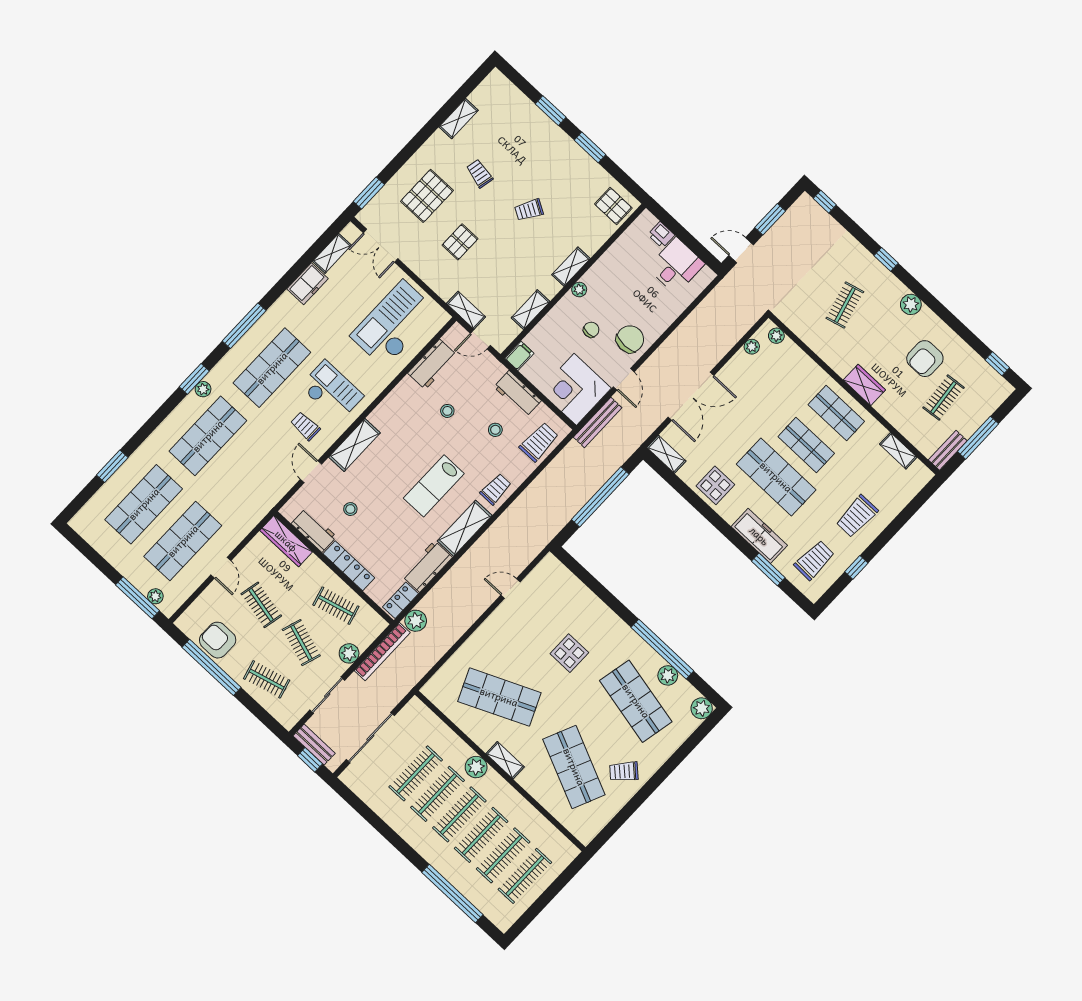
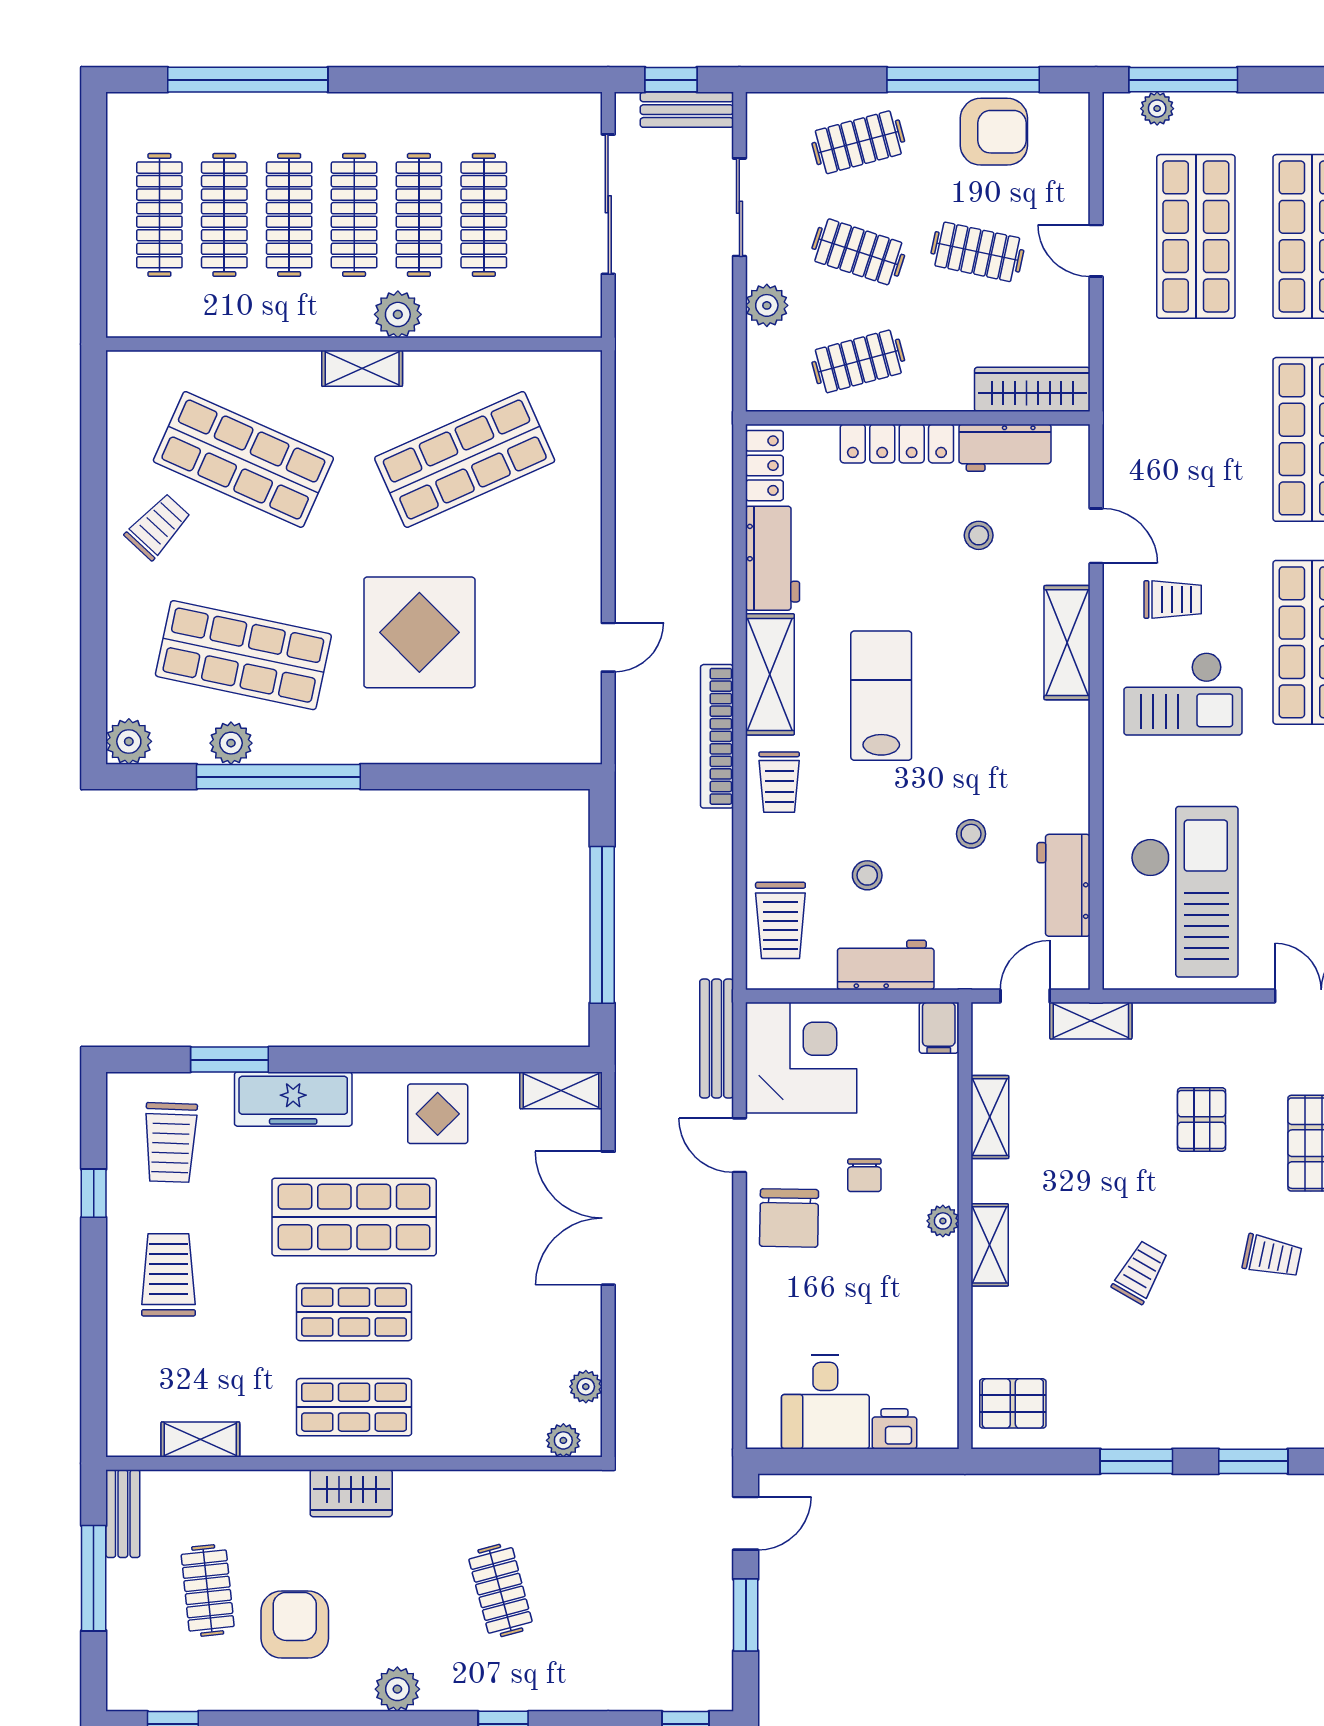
plant: (416, 621) -> (710, 456), removed
bookcase: (382, 652) -> (717, 736), moved
display table: (569, 653) -> (419, 632), width x1.86, depth x1.86

